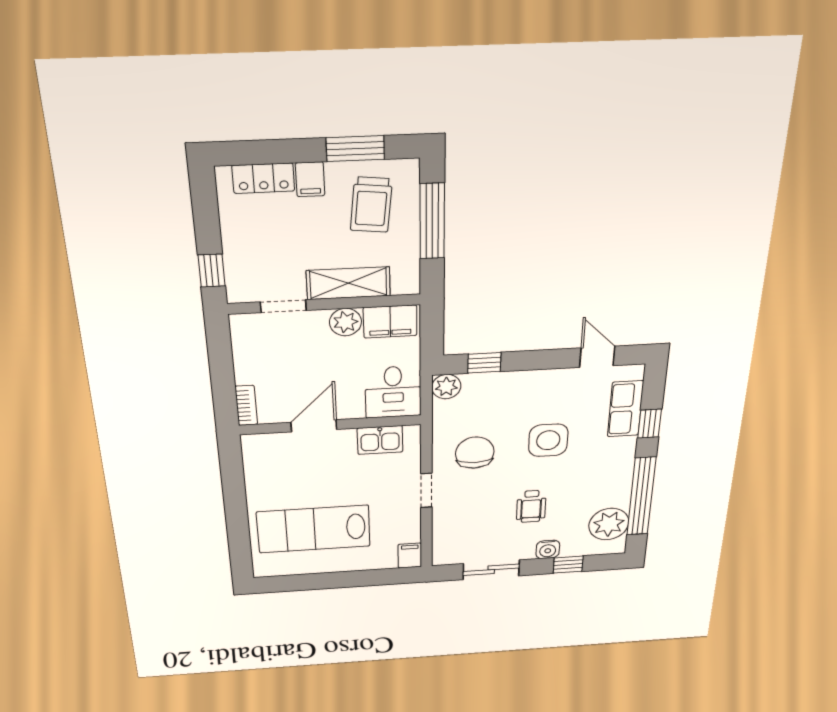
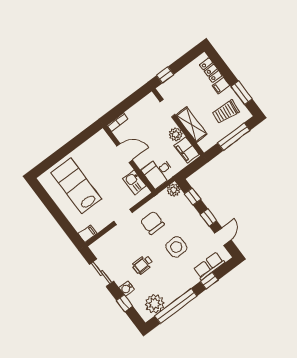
window: (544, 360) -> (209, 218), added
chair: (475, 453) -> (152, 223), turned -91

